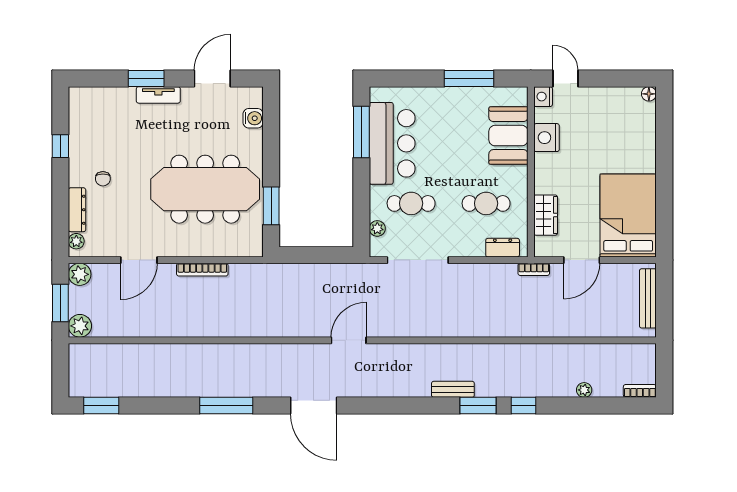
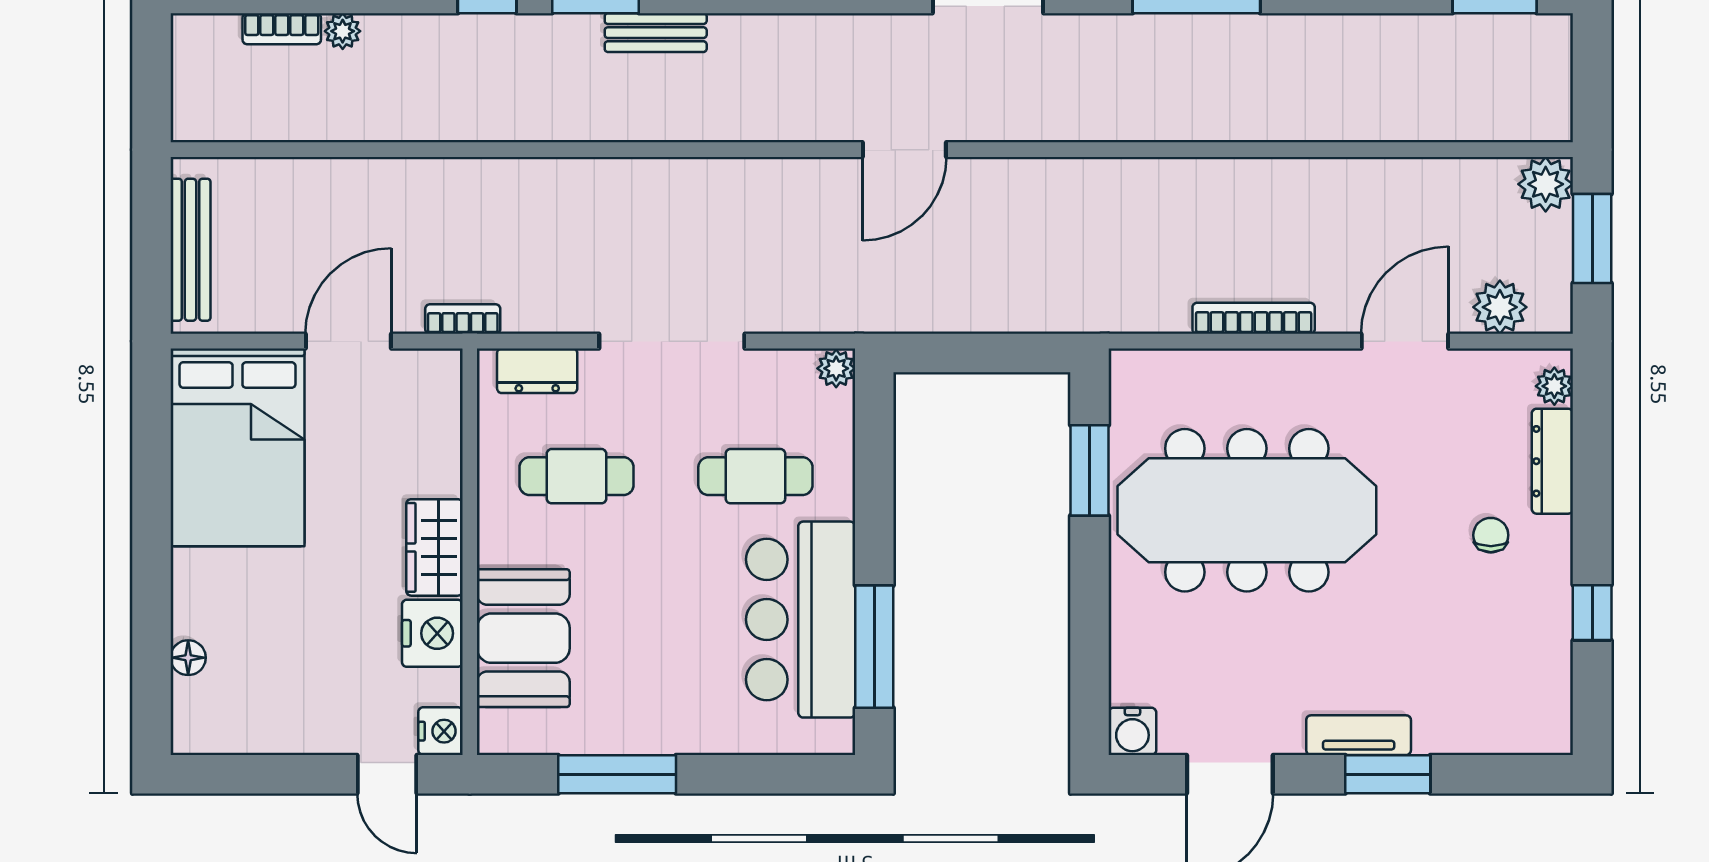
floor lamp: (649, 94) -> (188, 658), moved
water cooler: (253, 118) -> (1132, 731), moved, turned -90
wardrobe: (546, 215) -> (435, 547), moved
plant: (377, 228) -> (836, 368), moved
doorway: (418, 260) -> (672, 341), moved
plant: (80, 274) -> (1500, 307), moved
bookcase: (640, 391) -> (282, 29), moved

